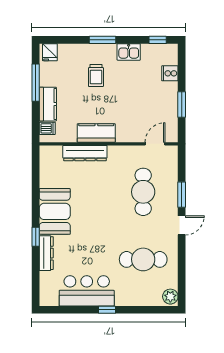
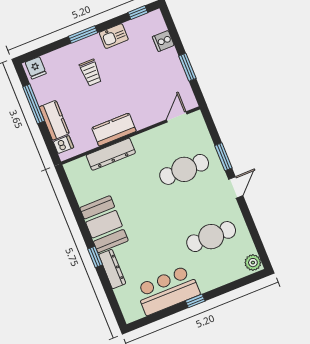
cafe table: (143, 192) -> (184, 169), turned 90

